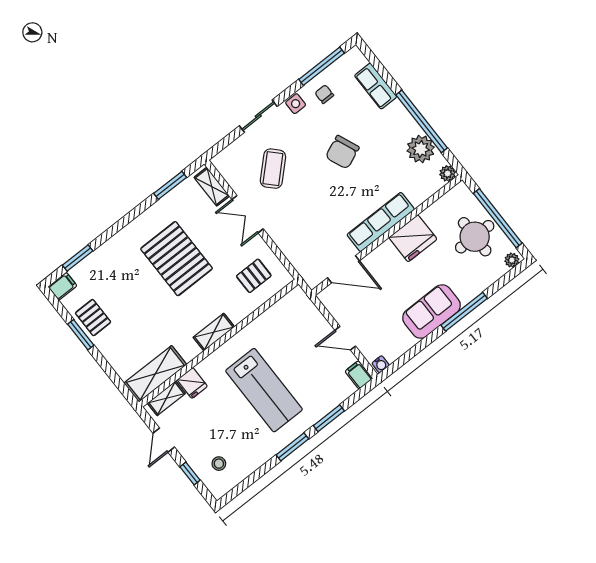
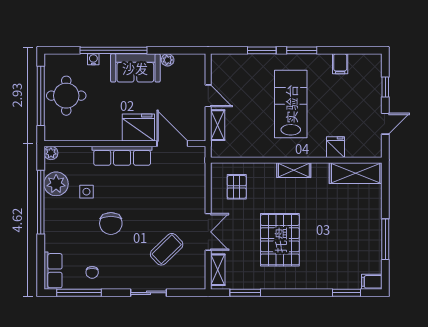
row of seats: (376, 86) -> (53, 271), moved
side table: (296, 104) -> (86, 192), moved
chair: (342, 152) -> (111, 223), turned 113
fridge: (413, 238) -> (138, 127), moved
plant: (512, 260) -> (168, 60), moved
pallet: (254, 276) -> (237, 187), turned 90
window: (464, 312) -> (113, 50), width x1.46
pallet: (93, 318) -> (368, 244), removed
window: (81, 335) -> (385, 239), width x1.44
water cooler: (381, 364) -> (93, 59), moved
filing cabinet: (359, 375) -> (340, 64), moved
shelving: (166, 398) -> (218, 125), moved, turned 90
stool: (219, 464) -> (360, 78), removed

